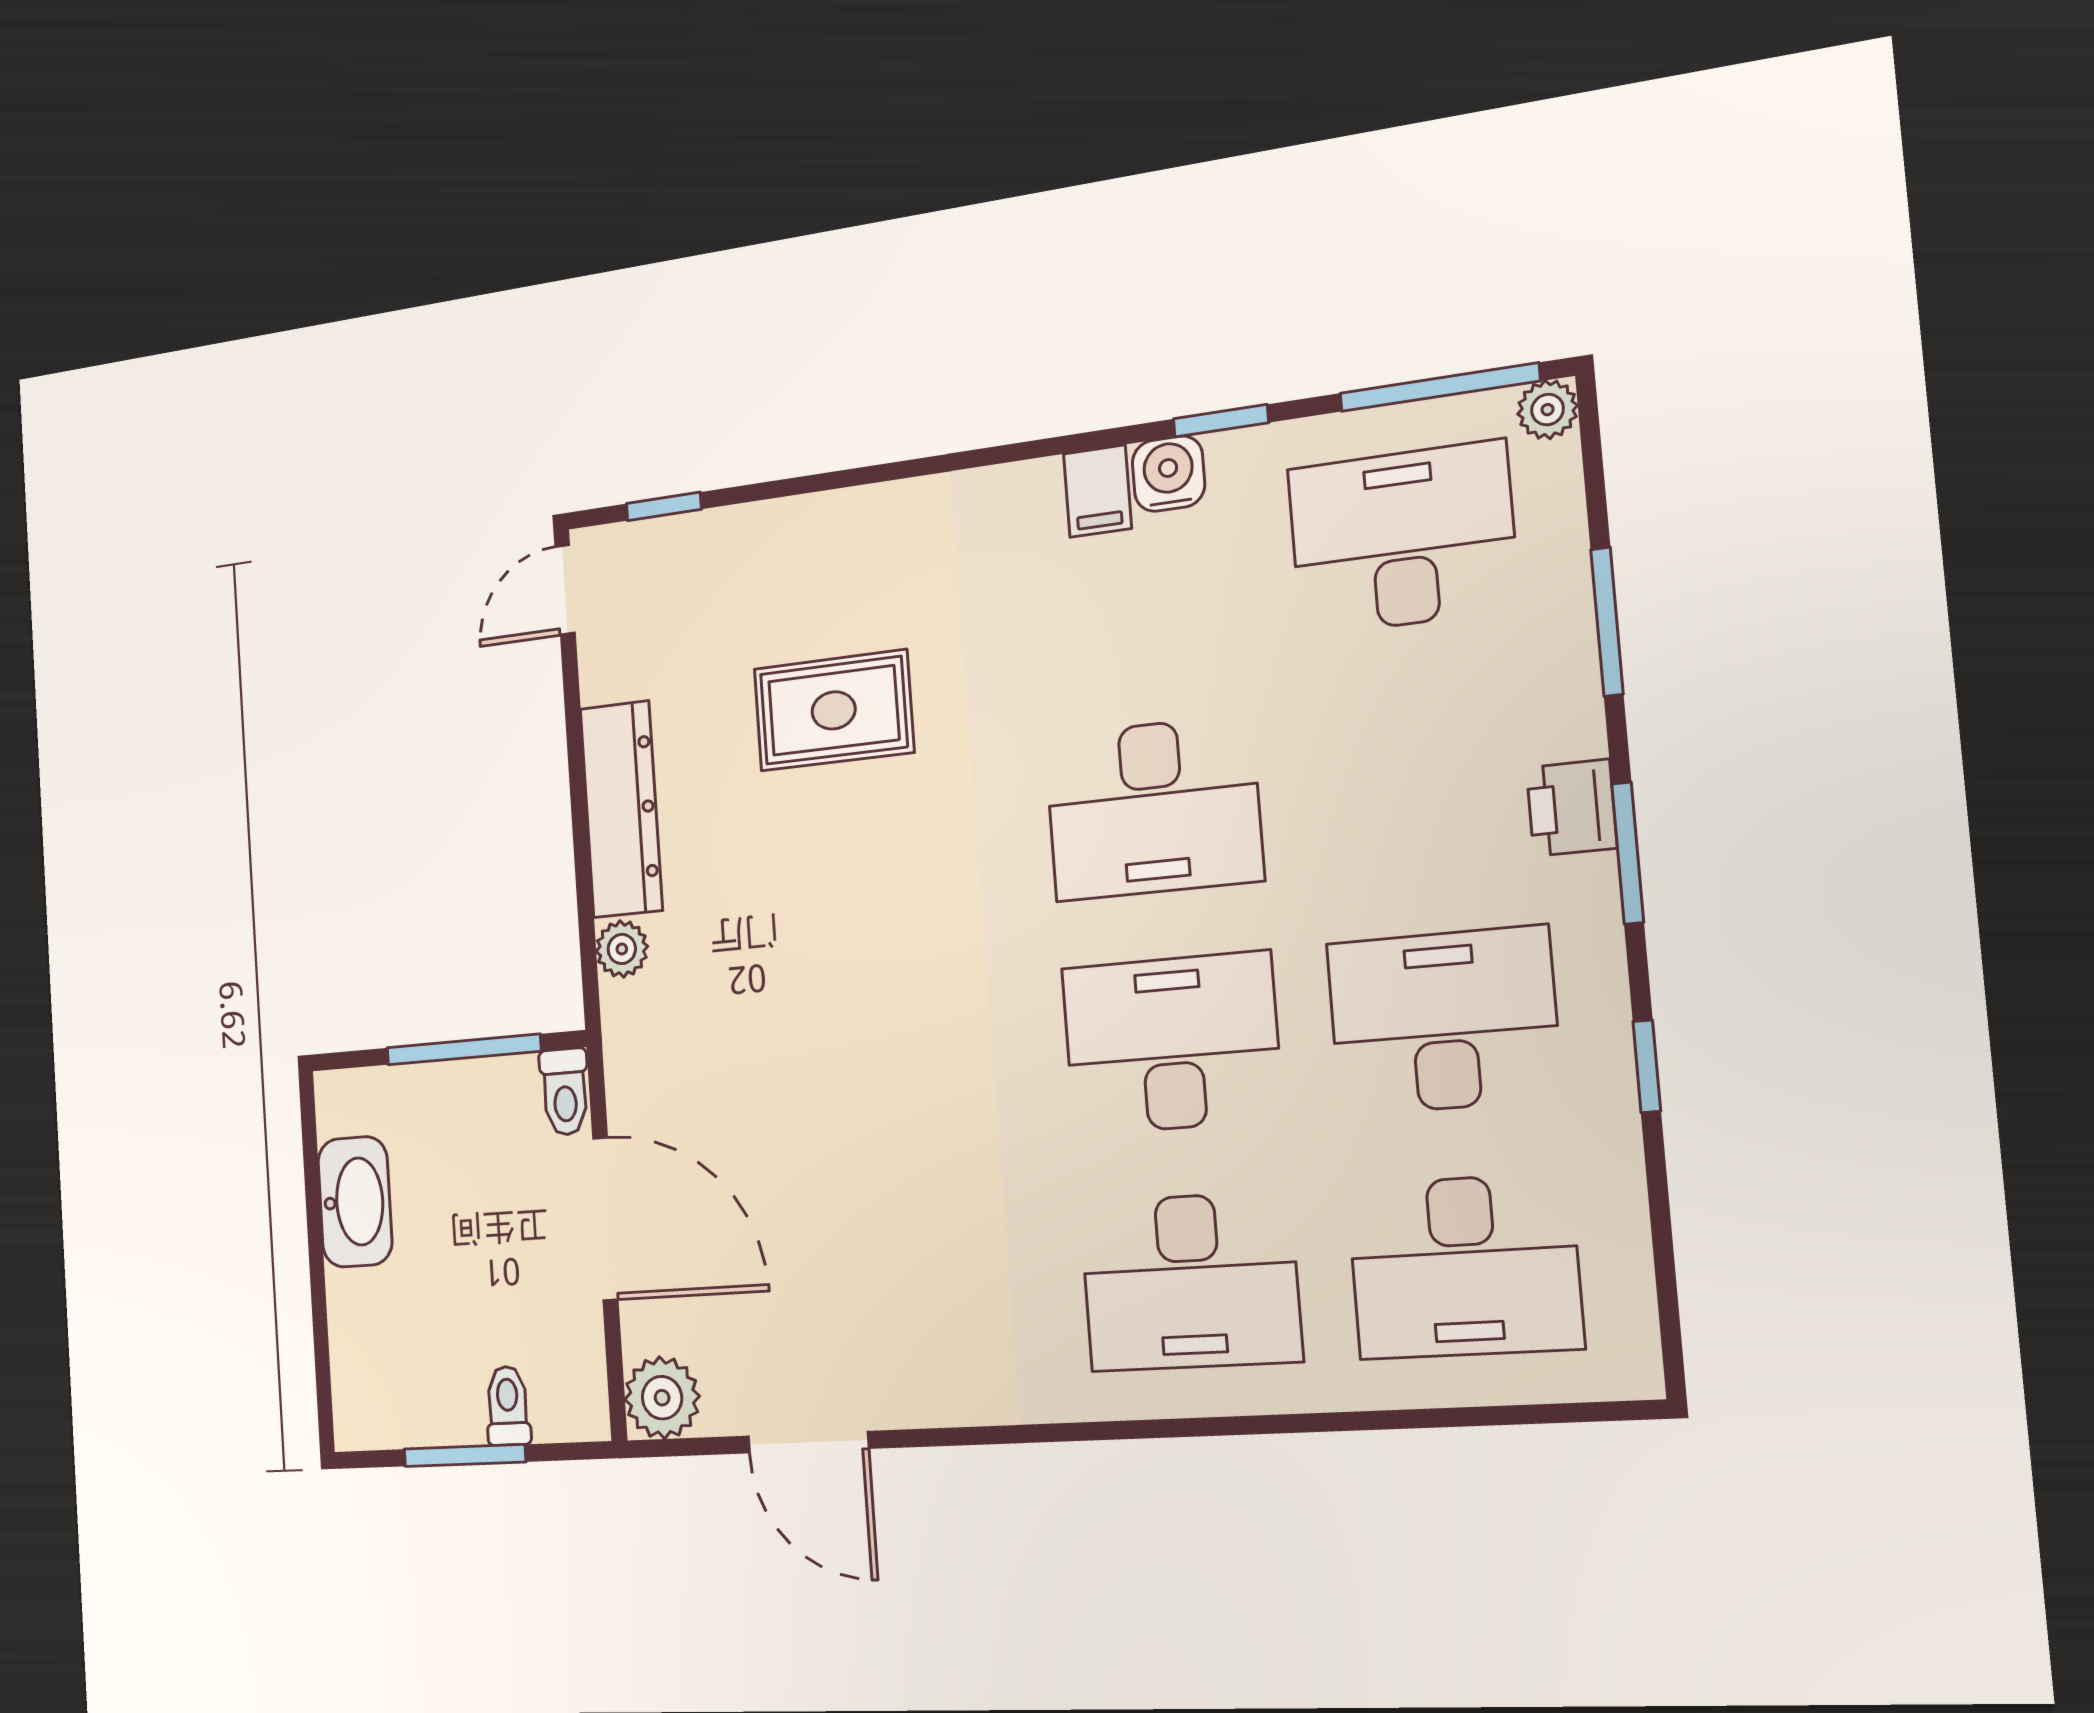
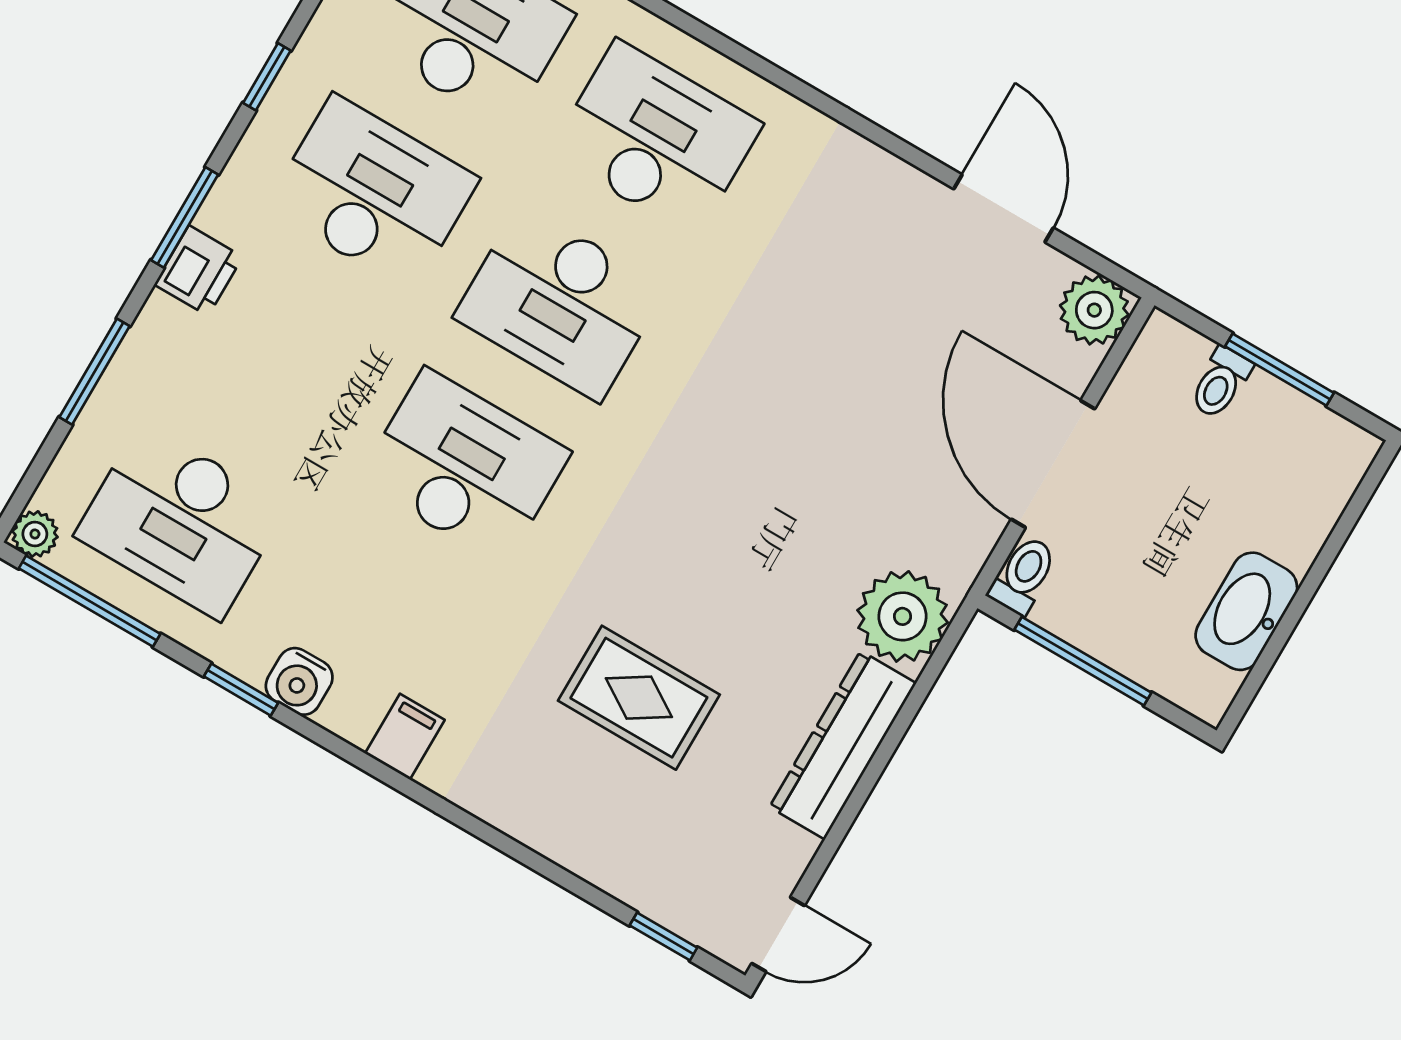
filing cabinet: (1098, 491) -> (405, 737), moved
plant: (622, 949) -> (903, 616), width x1.88, depth x1.88
desk: (1443, 1021) -> (373, 193), turned 180

